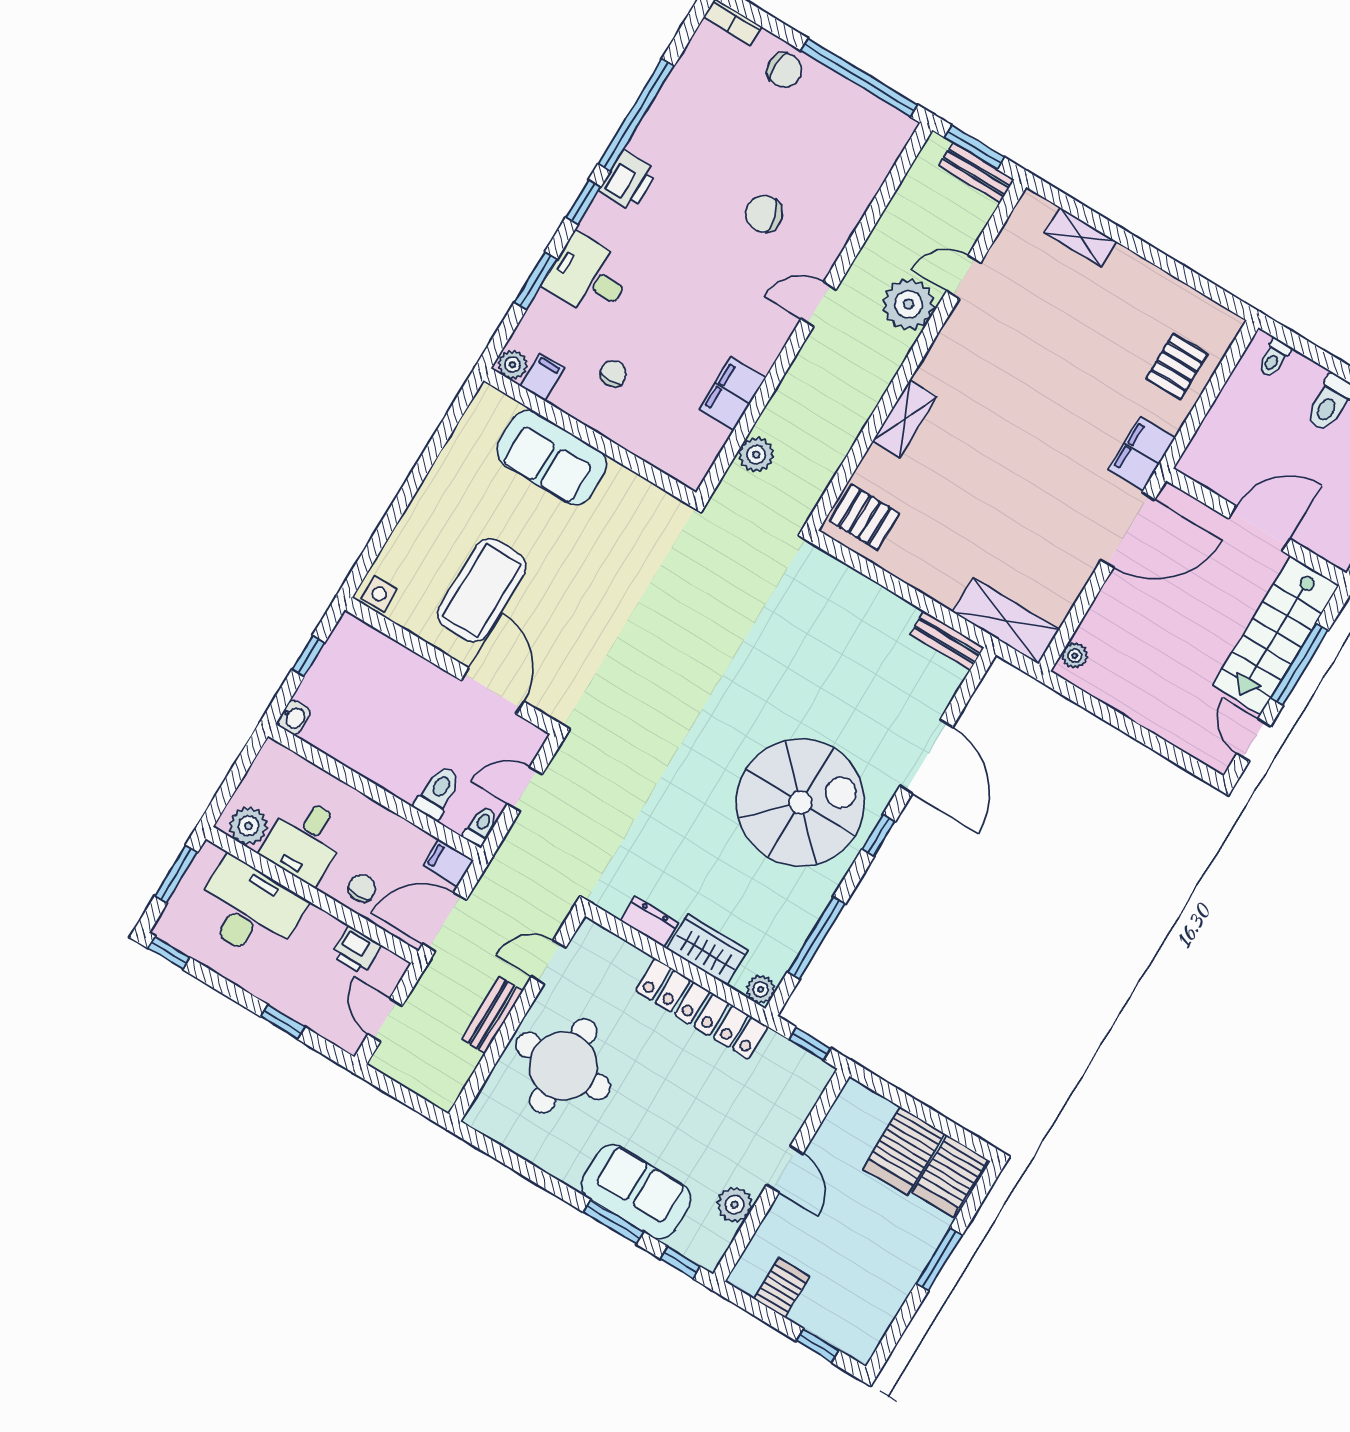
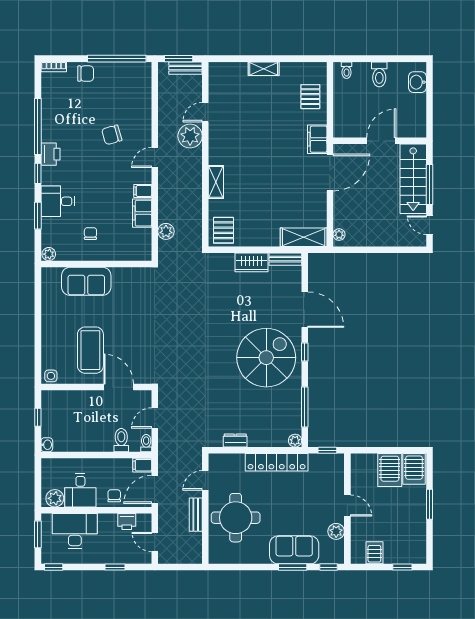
shelving: (1080, 237) -> (264, 69), moved
filing cabinet: (542, 377) -> (143, 191), moved, turned -90
pallet: (864, 517) -> (223, 230), turned 90
wardrobe: (707, 950) -> (252, 262), moved, turned 180

